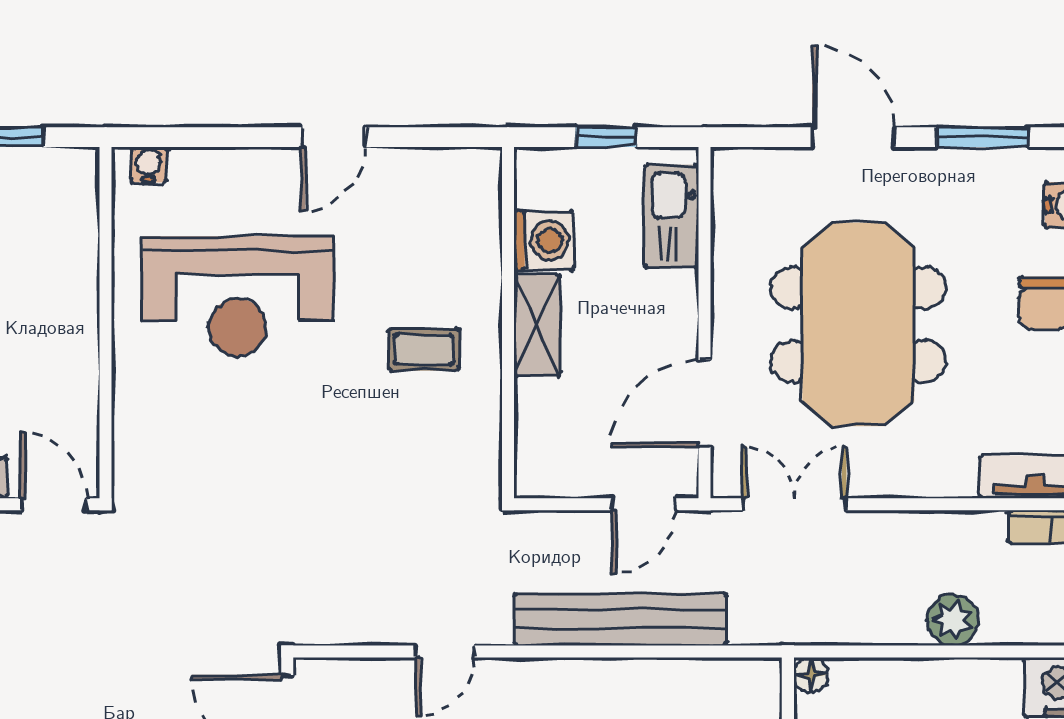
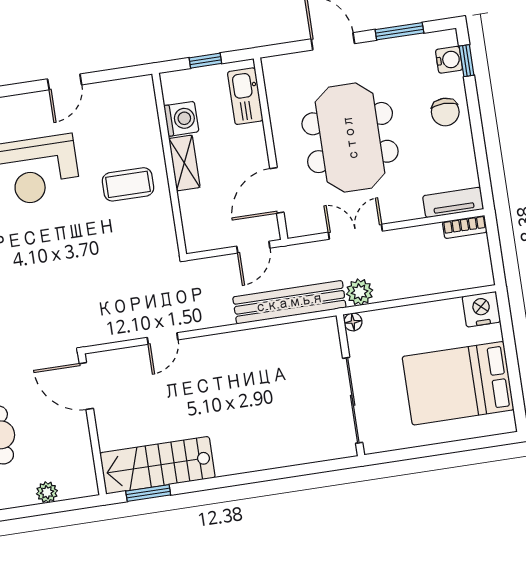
coffee table: (424, 349) -> (128, 184), width x1.36, depth x1.30
double door: (794, 504) -> (355, 232), moved
bench: (621, 619) -> (289, 302), moved
plant: (953, 620) -> (360, 292), moved

